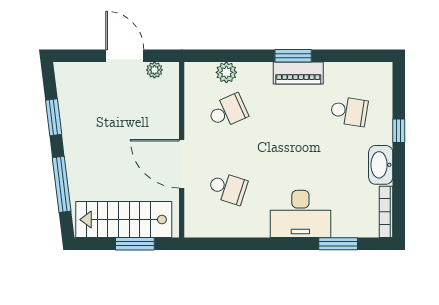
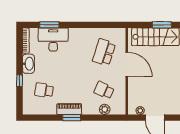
school desk: (228, 111) -> (104, 90), turned 48
school desk: (228, 188) -> (104, 52), width x1.85
desk: (300, 214) -> (53, 40), moved
window: (135, 244) -> (162, 25), moved

